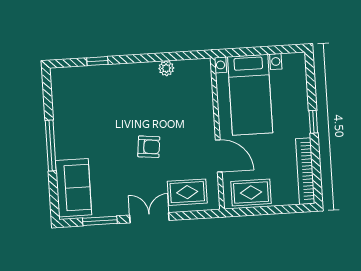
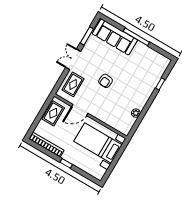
sofa: (73, 188) -> (115, 37), width x1.36
double door: (149, 218) -> (73, 59), swing flipped

